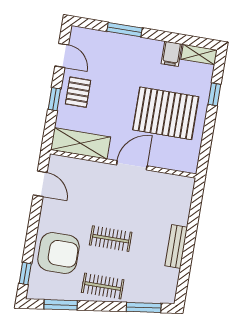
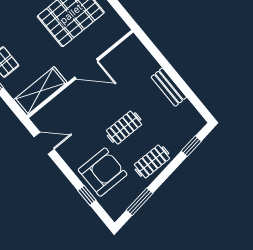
door: (132, 165) -> (86, 69), swing flipped
window: (25, 273) -> (87, 195), moved
window: (144, 307) -> (191, 146), width x0.67

